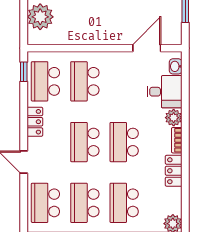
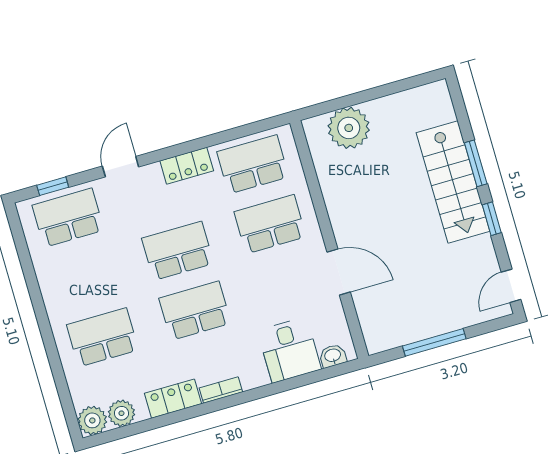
door: (147, 48) -> (339, 272), moved
window: (24, 72) -> (53, 186), moved
plant: (174, 118) -> (121, 413), moved
school desk: (85, 203) -> (85, 277), removed

